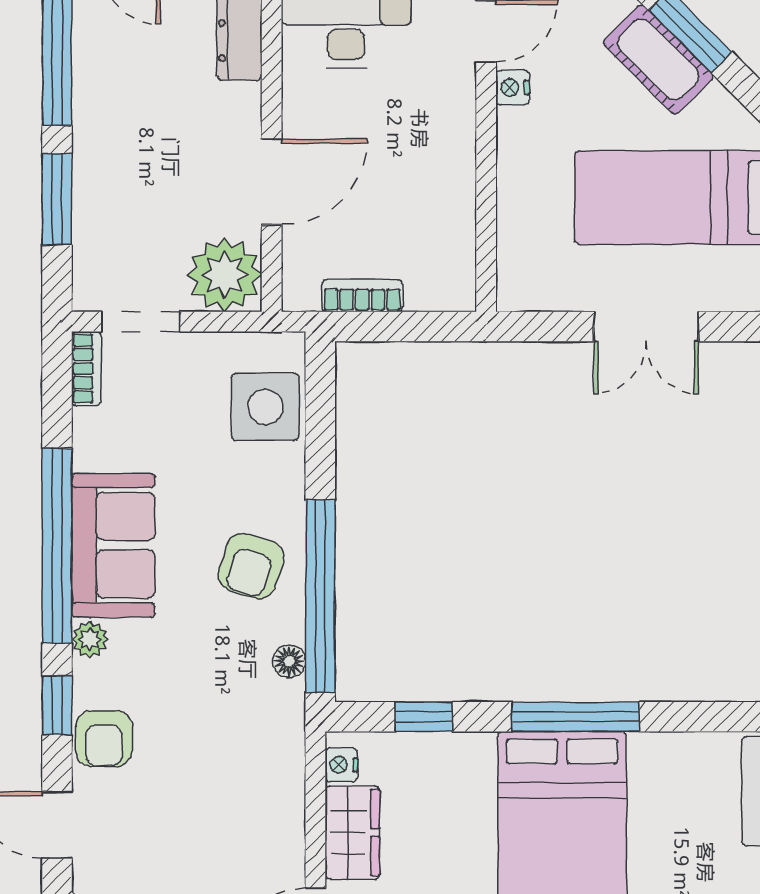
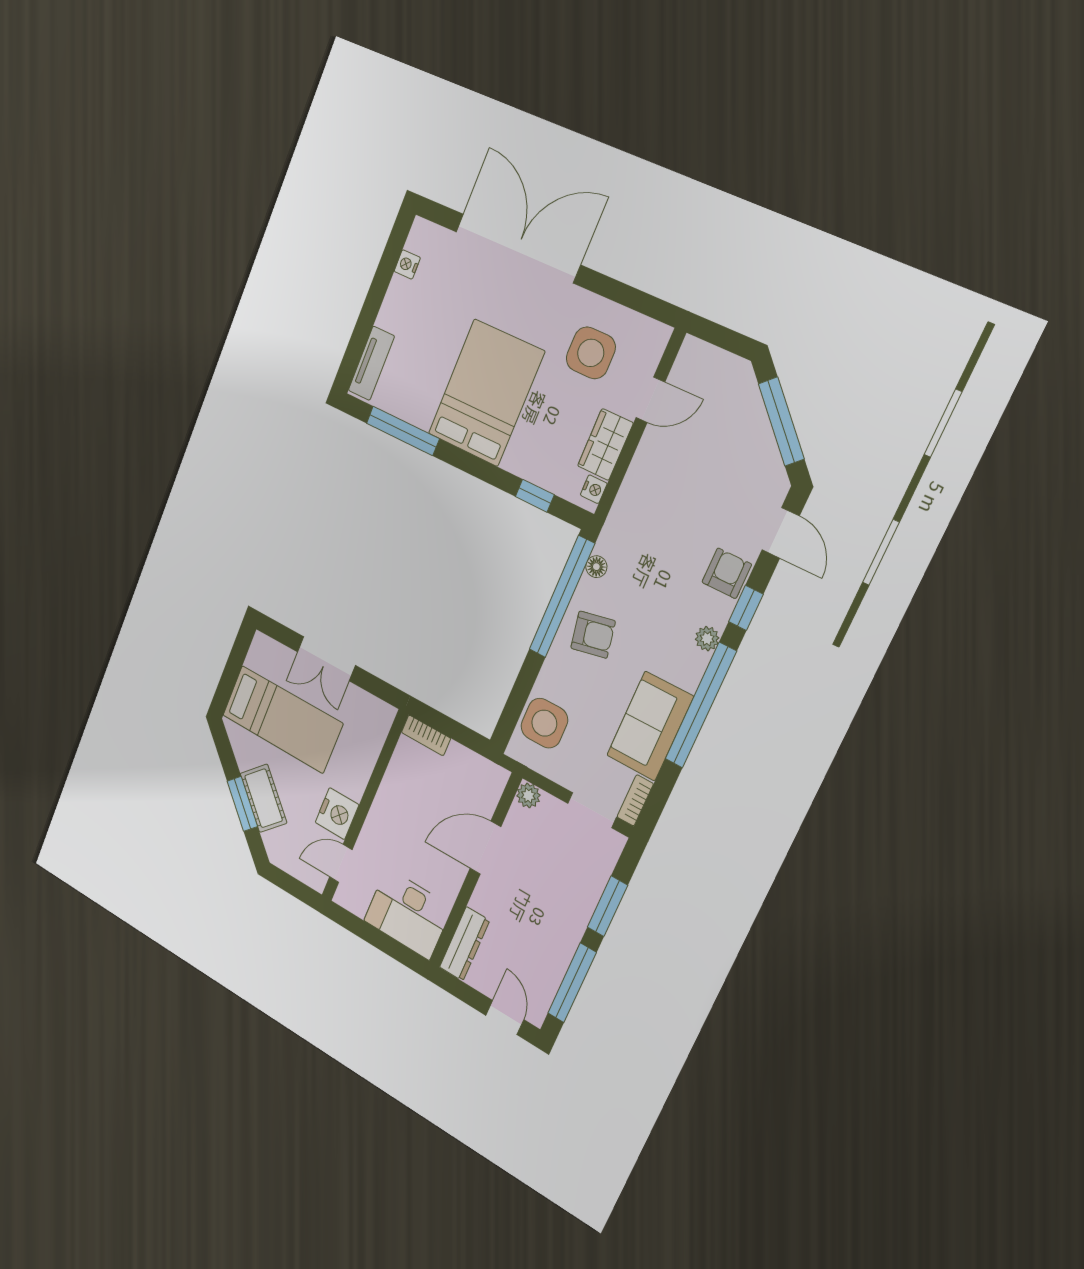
nightstand: (512, 87) -> (337, 814), width x1.89, depth x1.79
plant: (225, 275) -> (528, 795), width x0.53, depth x0.53
bookcase: (362, 296) -> (426, 735), moved
double door: (646, 327) -> (326, 659), swing flipped
sofa: (113, 545) -> (650, 726), moved
armchair: (251, 566) -> (593, 635), turned 61
window: (576, 717) -> (403, 431), moved

